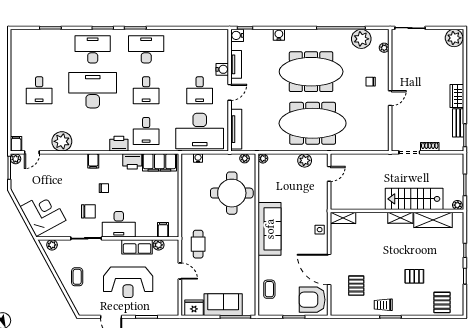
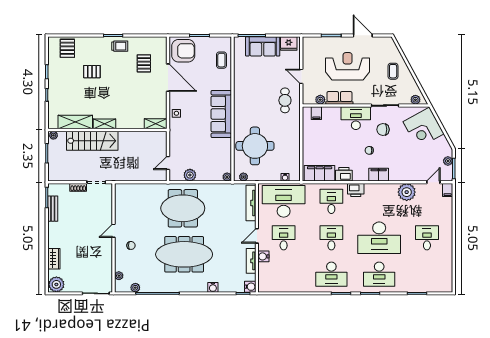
plant: (361, 39) -> (135, 288), width x0.53, depth x0.53
wardrobe: (457, 96) -> (54, 259), moved
meeting table: (313, 123) -> (183, 208), width x0.73
plant: (16, 159) -> (448, 161), moved
filing cabinet: (93, 161) -> (379, 175), width x2.00

